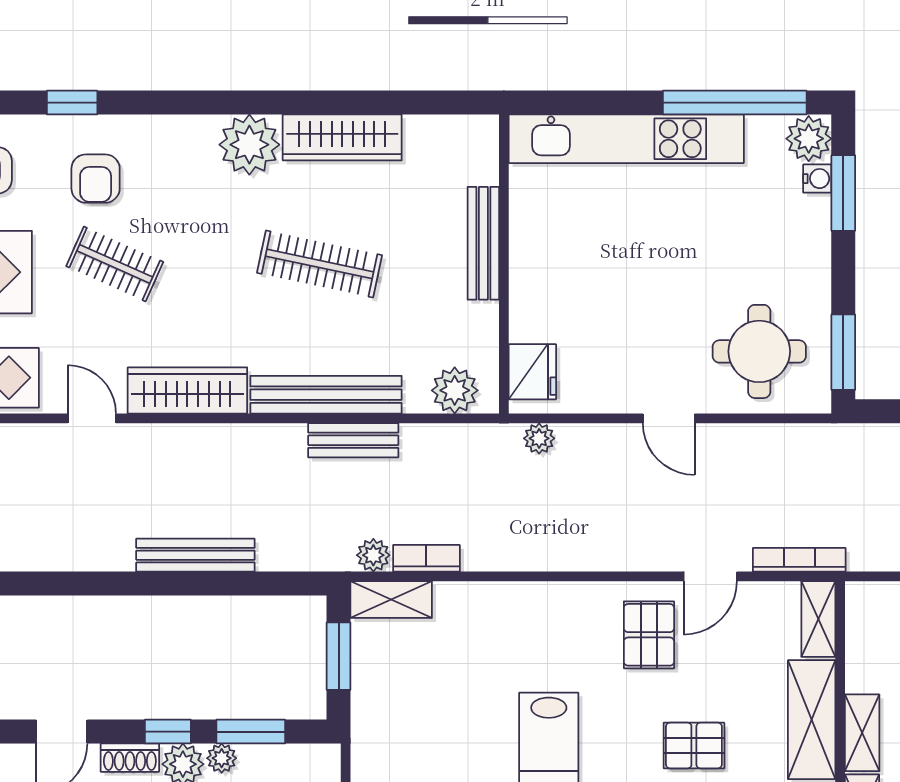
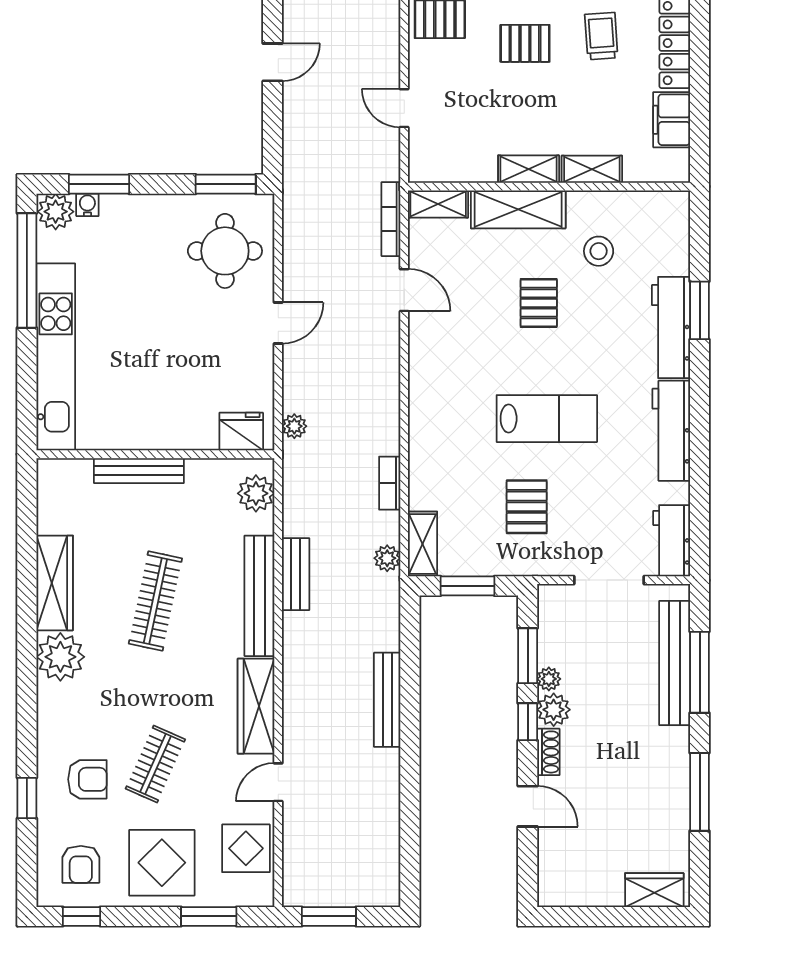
bookcase: (426, 558) -> (390, 483), moved
pallet: (649, 635) -> (527, 507), moved, turned 90

